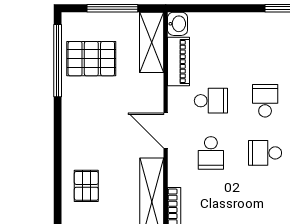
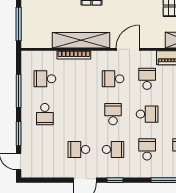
school desk: (211, 101) -> (147, 79), turned 180

